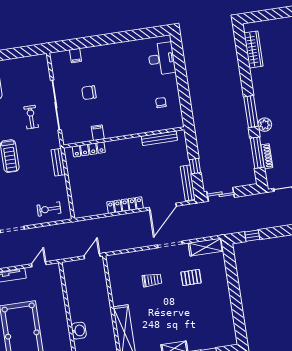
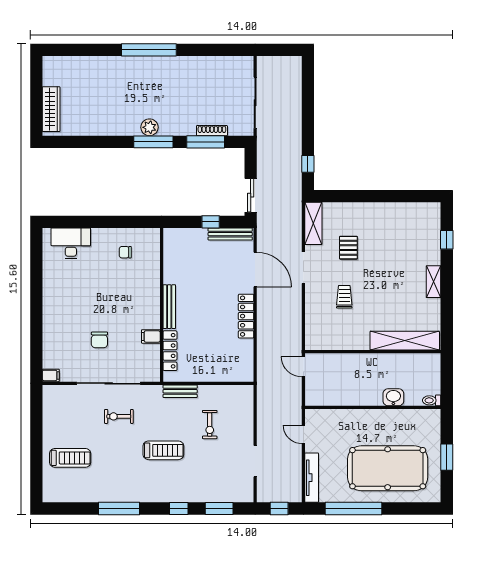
wardrobe: (254, 50) -> (51, 109), moved, turned 90
filing cabinet: (76, 56) -> (51, 375), moved
plant: (265, 125) -> (149, 127), moved
bench: (159, 138) -> (169, 307), moved
exercise bike: (49, 209) -> (210, 425), moved

